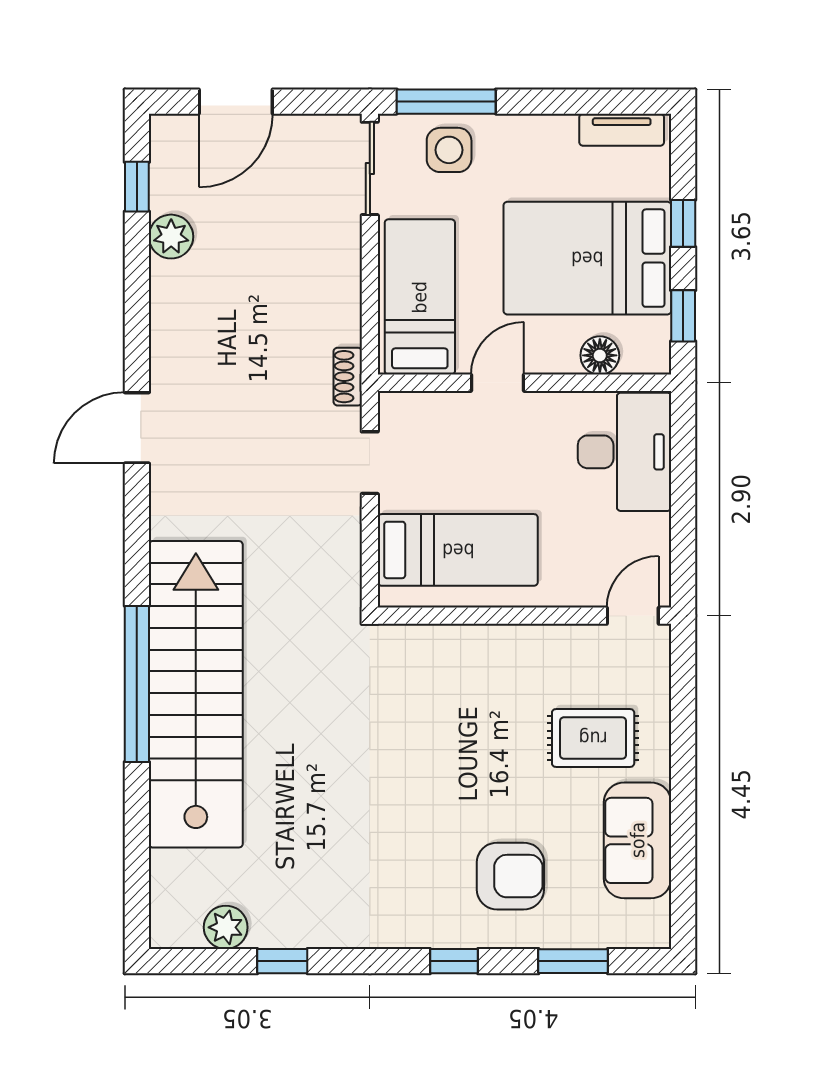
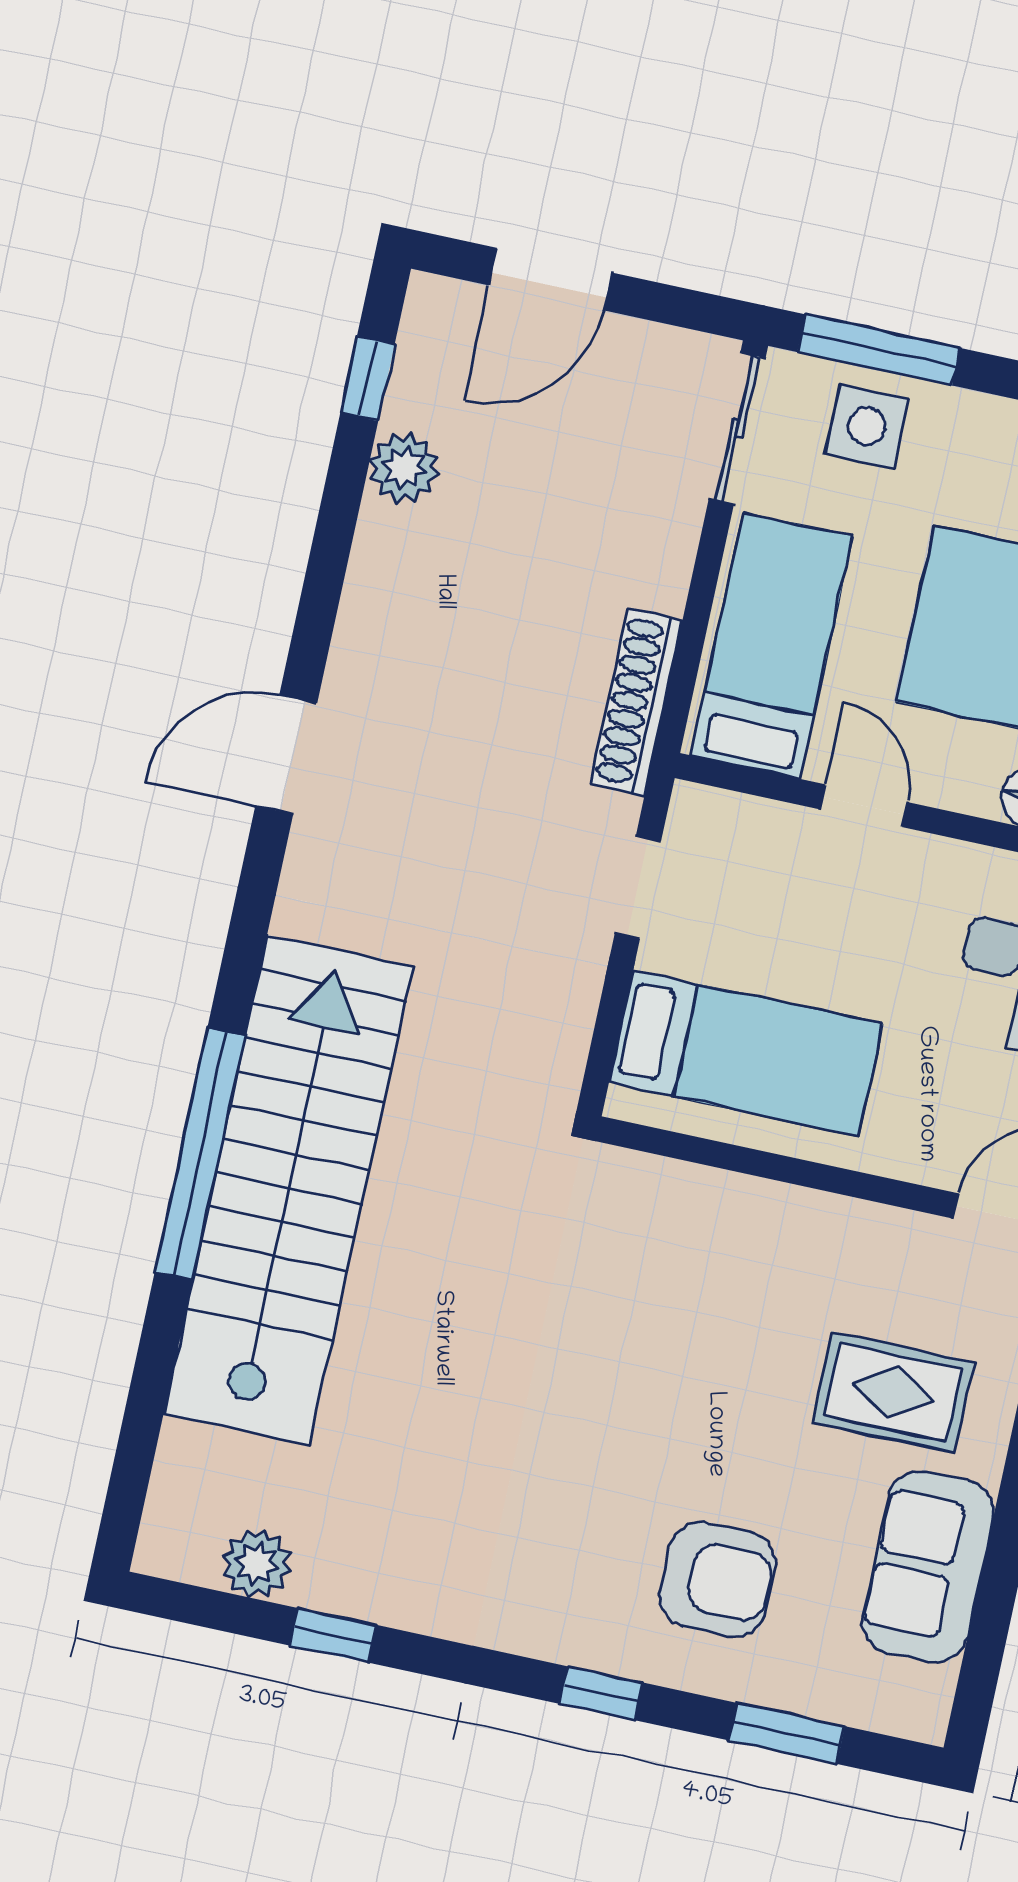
shoe rack: (348, 377) -> (636, 702), width x1.94, depth x1.24
door: (497, 383) -> (864, 806), hinge flipped

